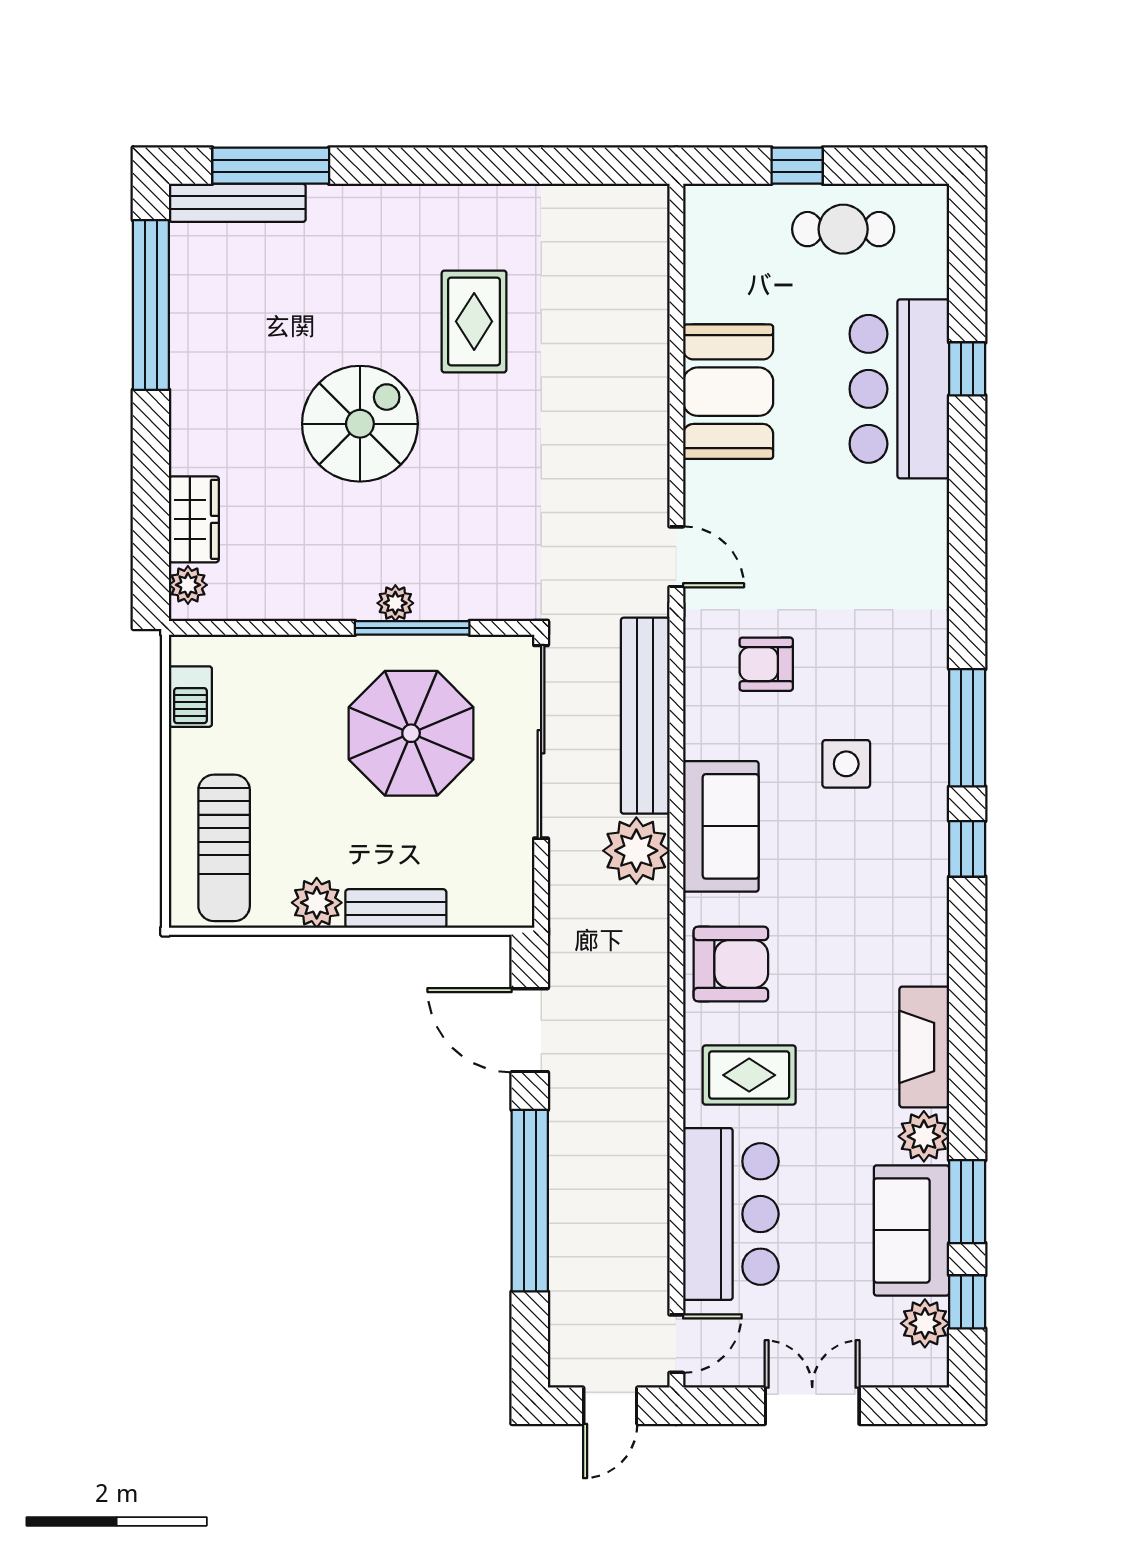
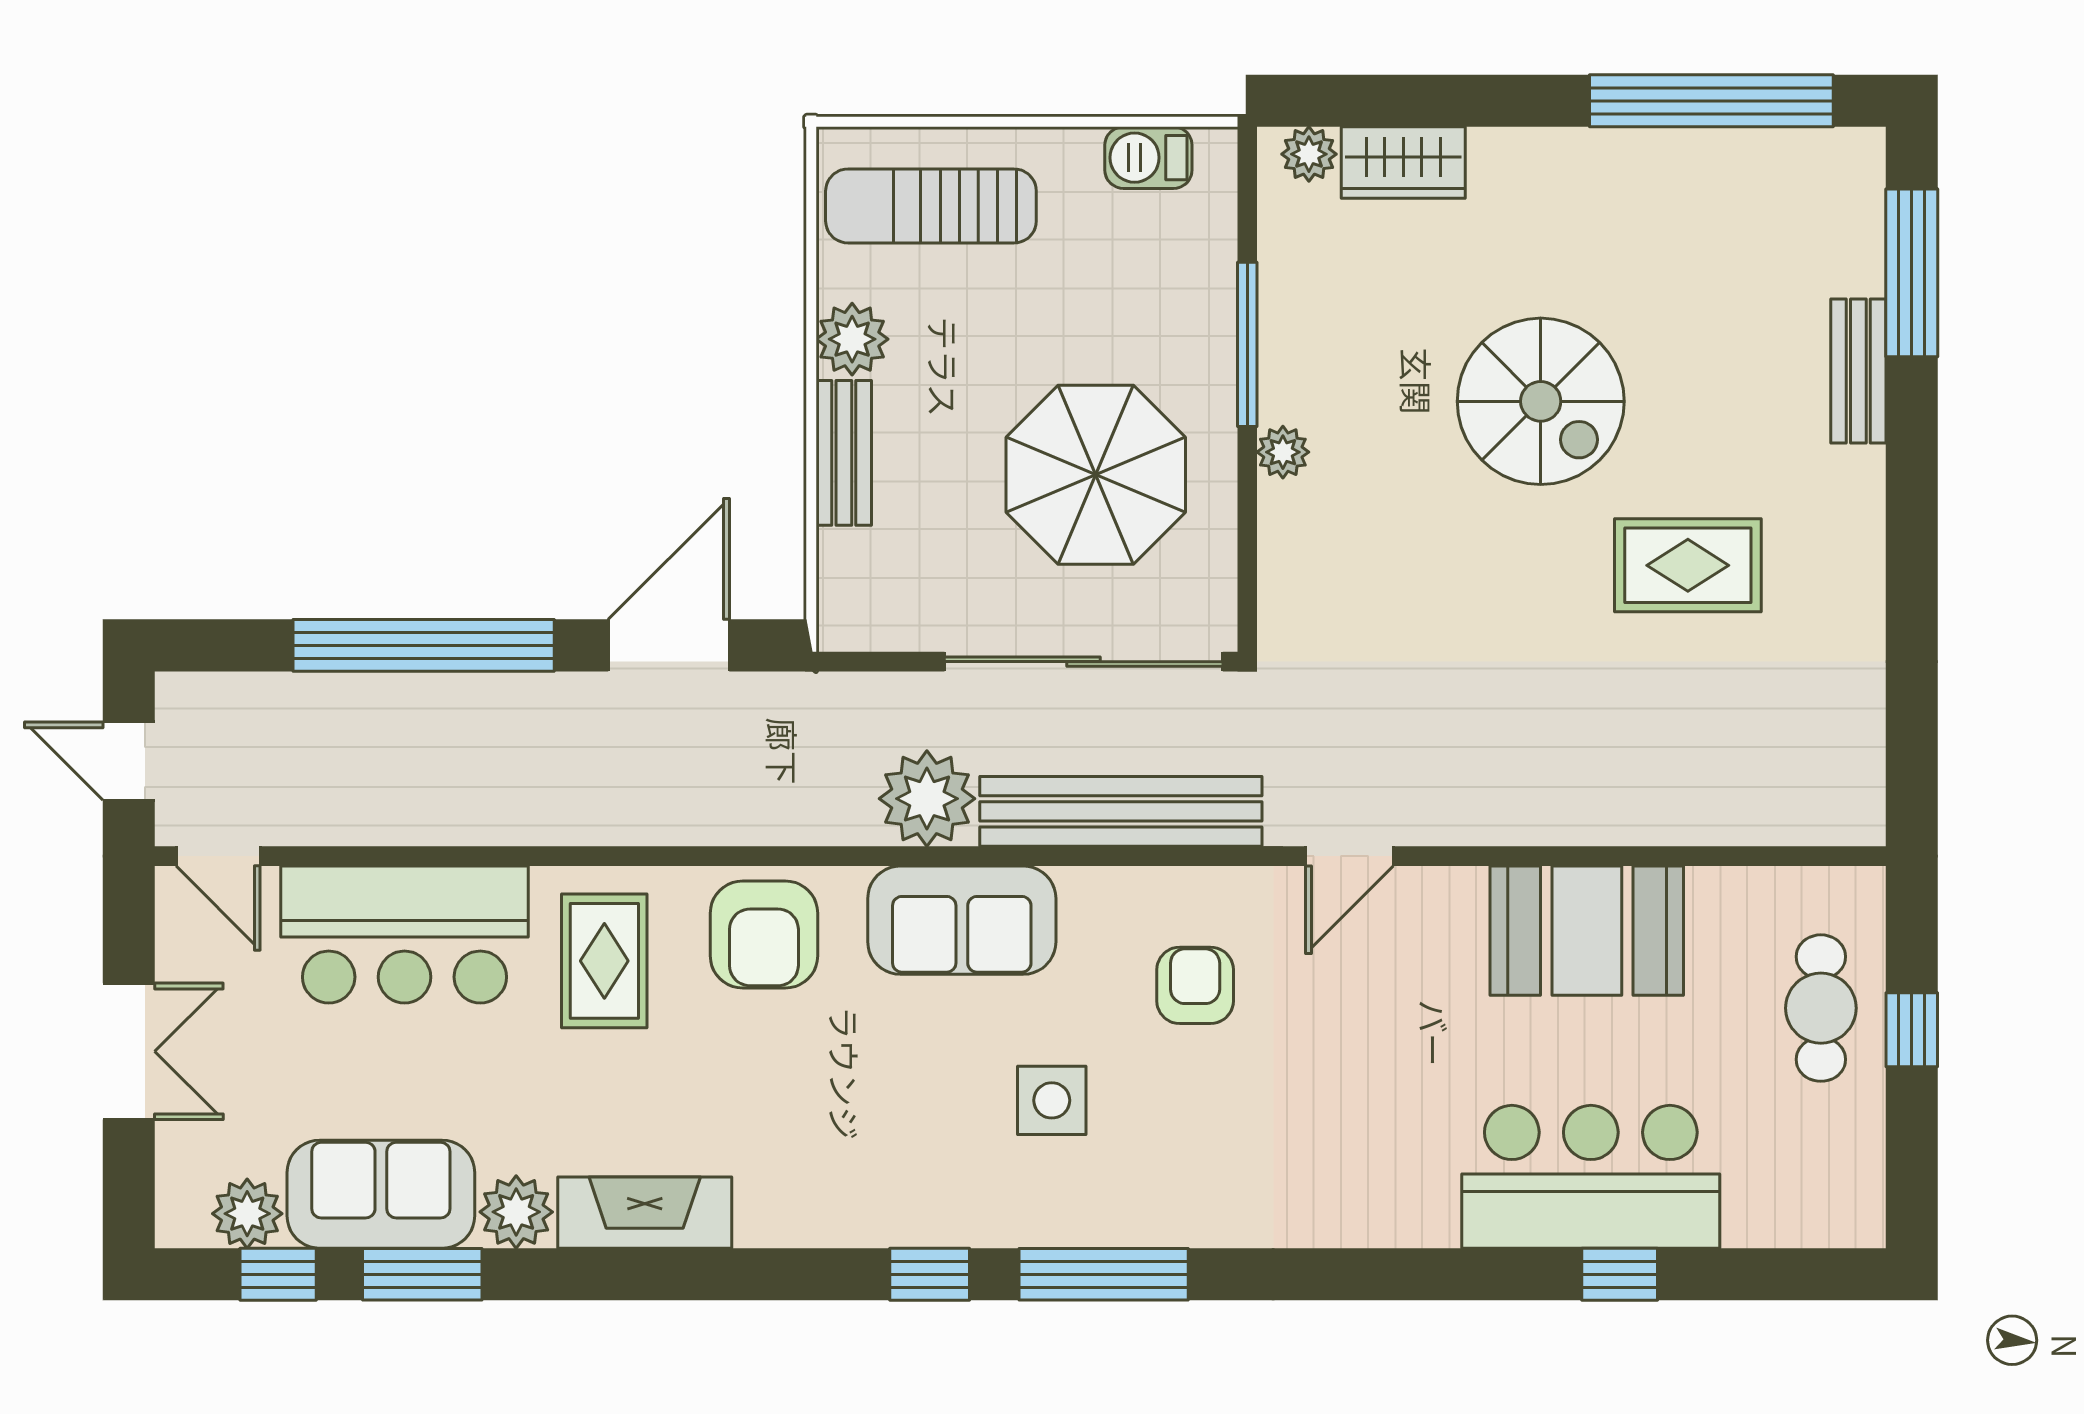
bench: (237, 203) -> (1858, 371), moved, width x0.73
cafe table: (843, 229) -> (1821, 1008), moved
window: (412, 628) -> (1247, 344), moved

